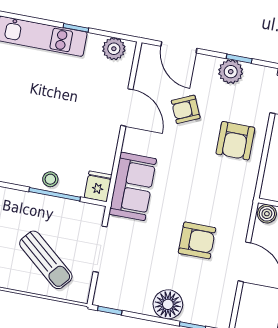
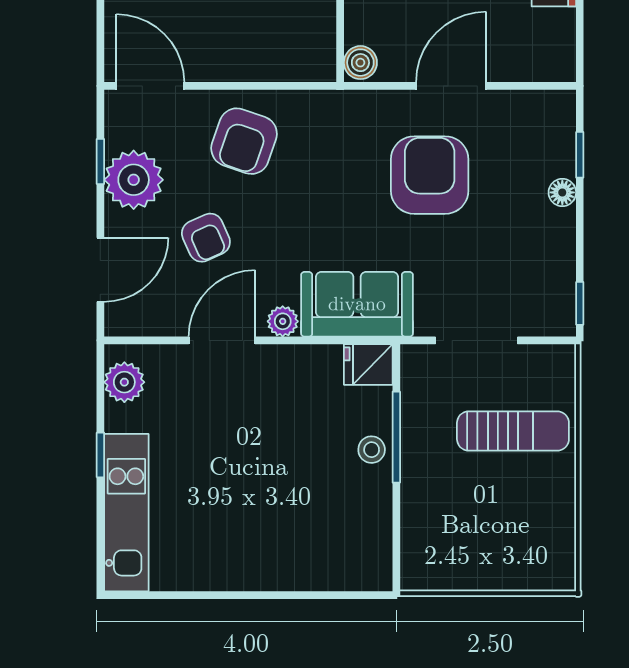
plant: (231, 72) -> (134, 180), width x1.36, depth x1.36
armchair: (235, 141) -> (244, 141), turned 109
plant: (131, 143) -> (283, 321), added
armchair: (197, 240) -> (430, 175), width x1.36, depth x1.36
sun lounger: (46, 260) -> (513, 431), turned 50
floor lamp: (168, 304) -> (562, 192), width x0.53, depth x0.53

